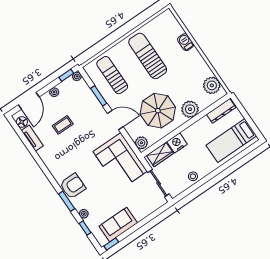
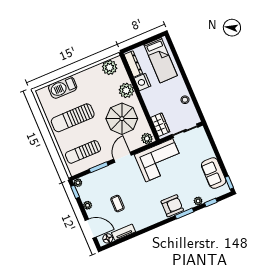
barbecue: (186, 42) -> (63, 87), width x1.88, depth x1.53
nightstand: (177, 143) -> (142, 82), moved
armchair: (73, 186) -> (172, 206), turned 90

